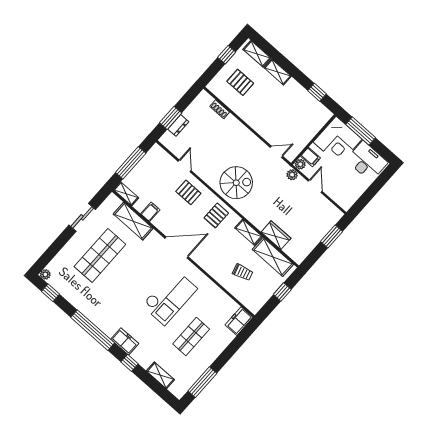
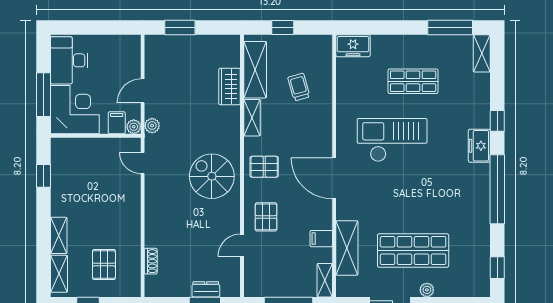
plant: (45, 274) -> (427, 290), moved
shelving: (160, 375) -> (482, 53), moved

